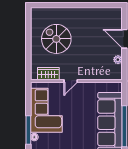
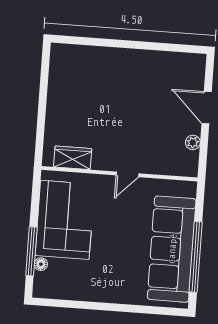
spiral stairs: (56, 39) -> (91, 100), removed
door: (71, 81) -> (128, 174), moved

